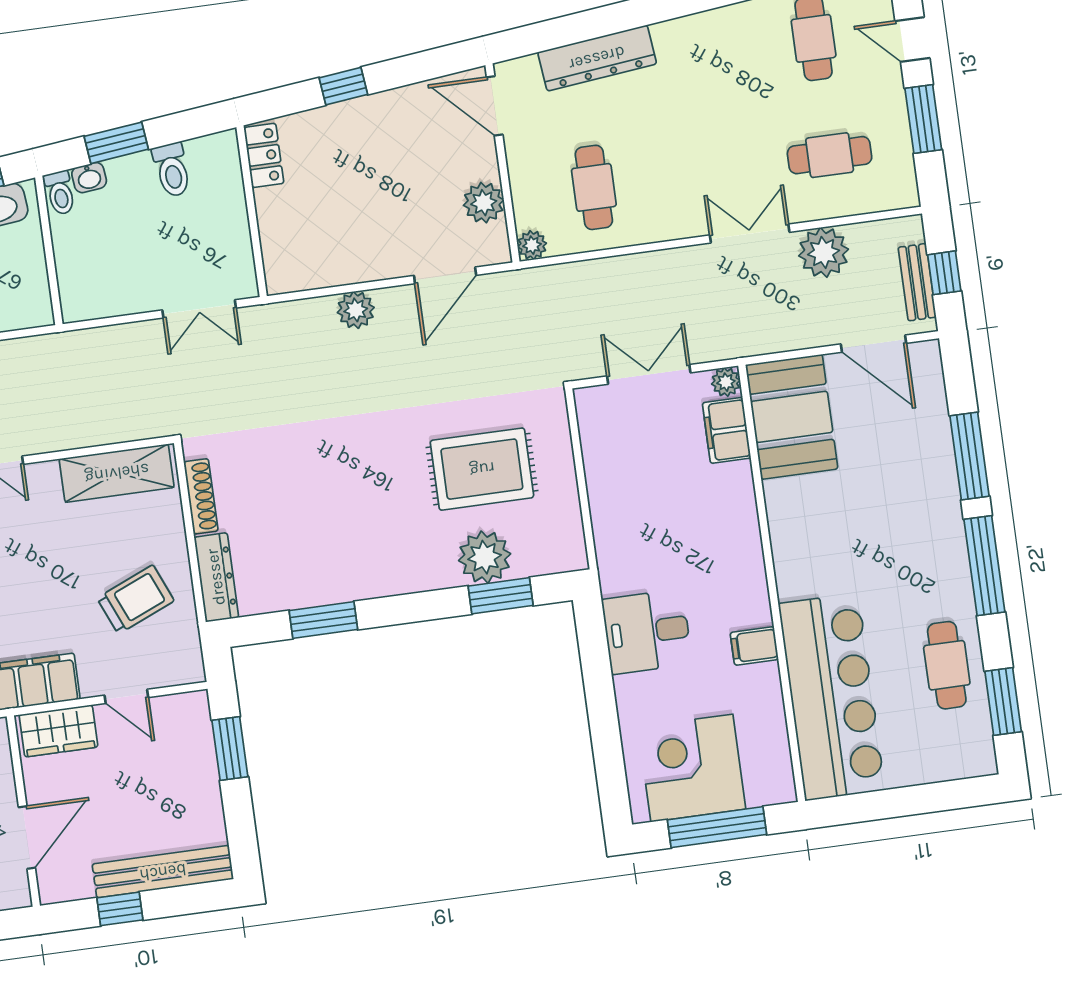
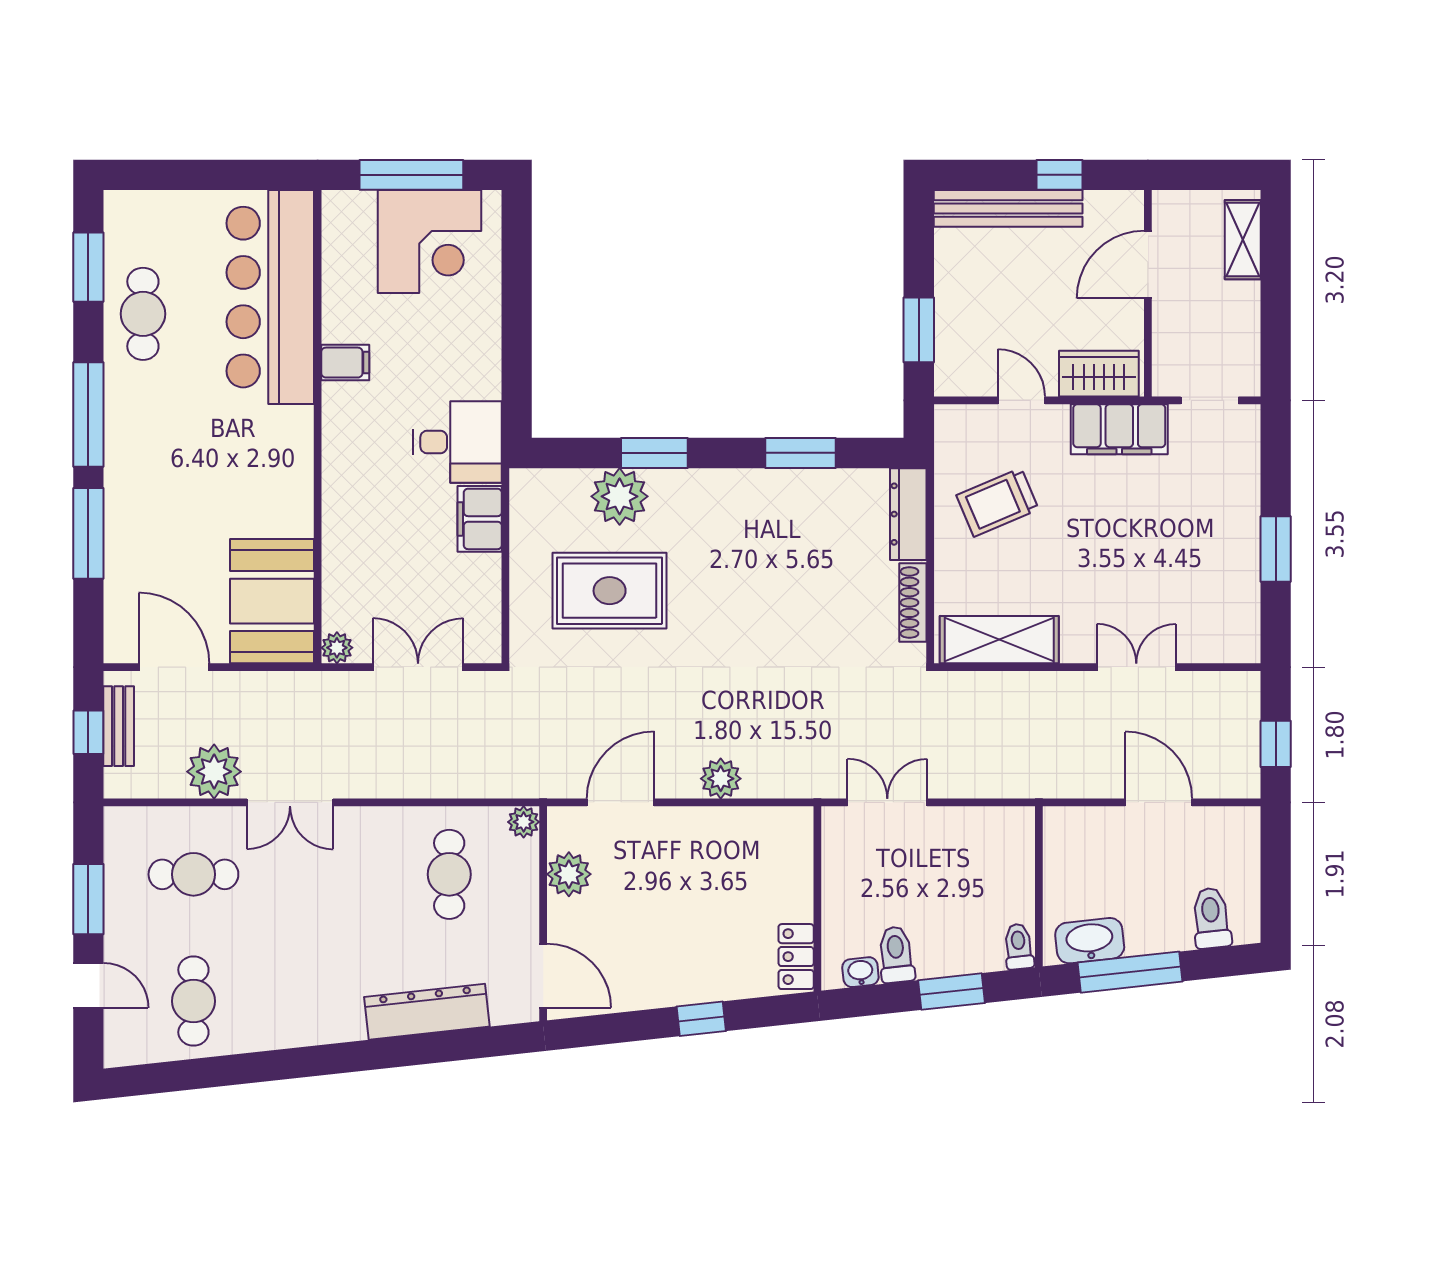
washbasin: (89, 178) -> (860, 972), moved
double door: (649, 374) -> (418, 667), swing flipped
filing cabinet: (727, 430) -> (480, 519), moved, turned 180
window: (501, 596) -> (654, 453), moved
desk: (647, 632) -> (458, 442), moved

